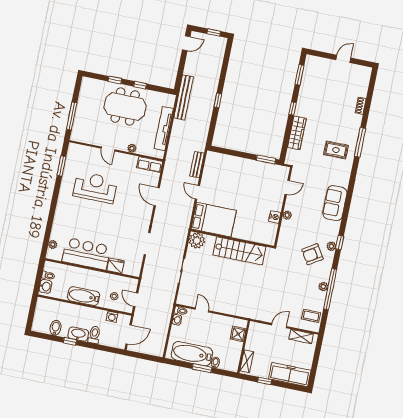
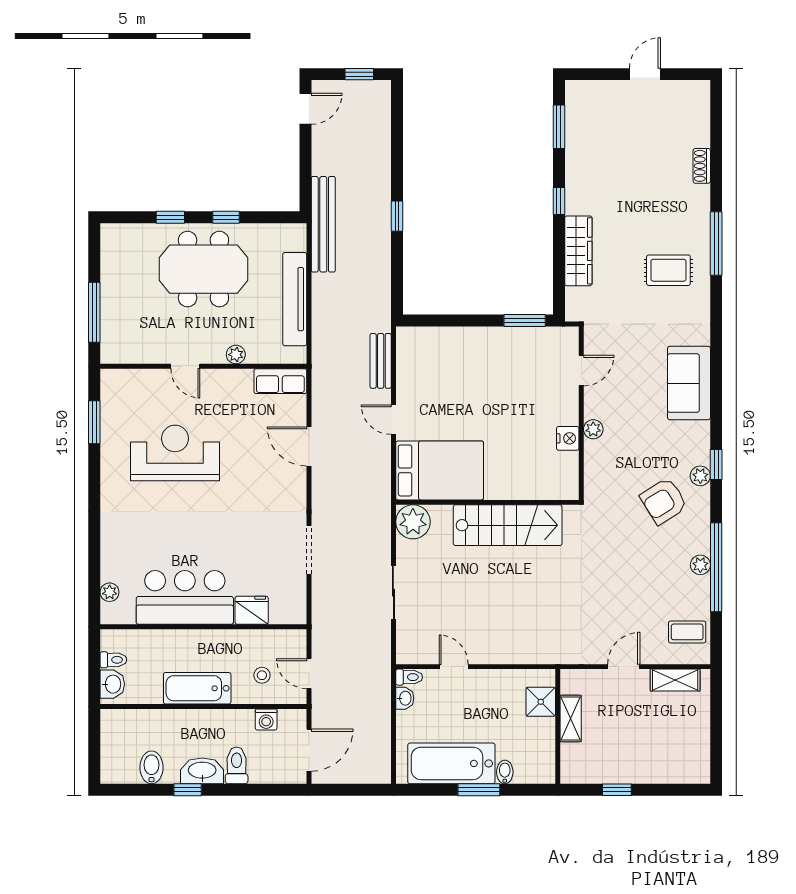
shelving: (247, 361) -> (571, 718), moved
freezer: (290, 375) -> (667, 765), removed

